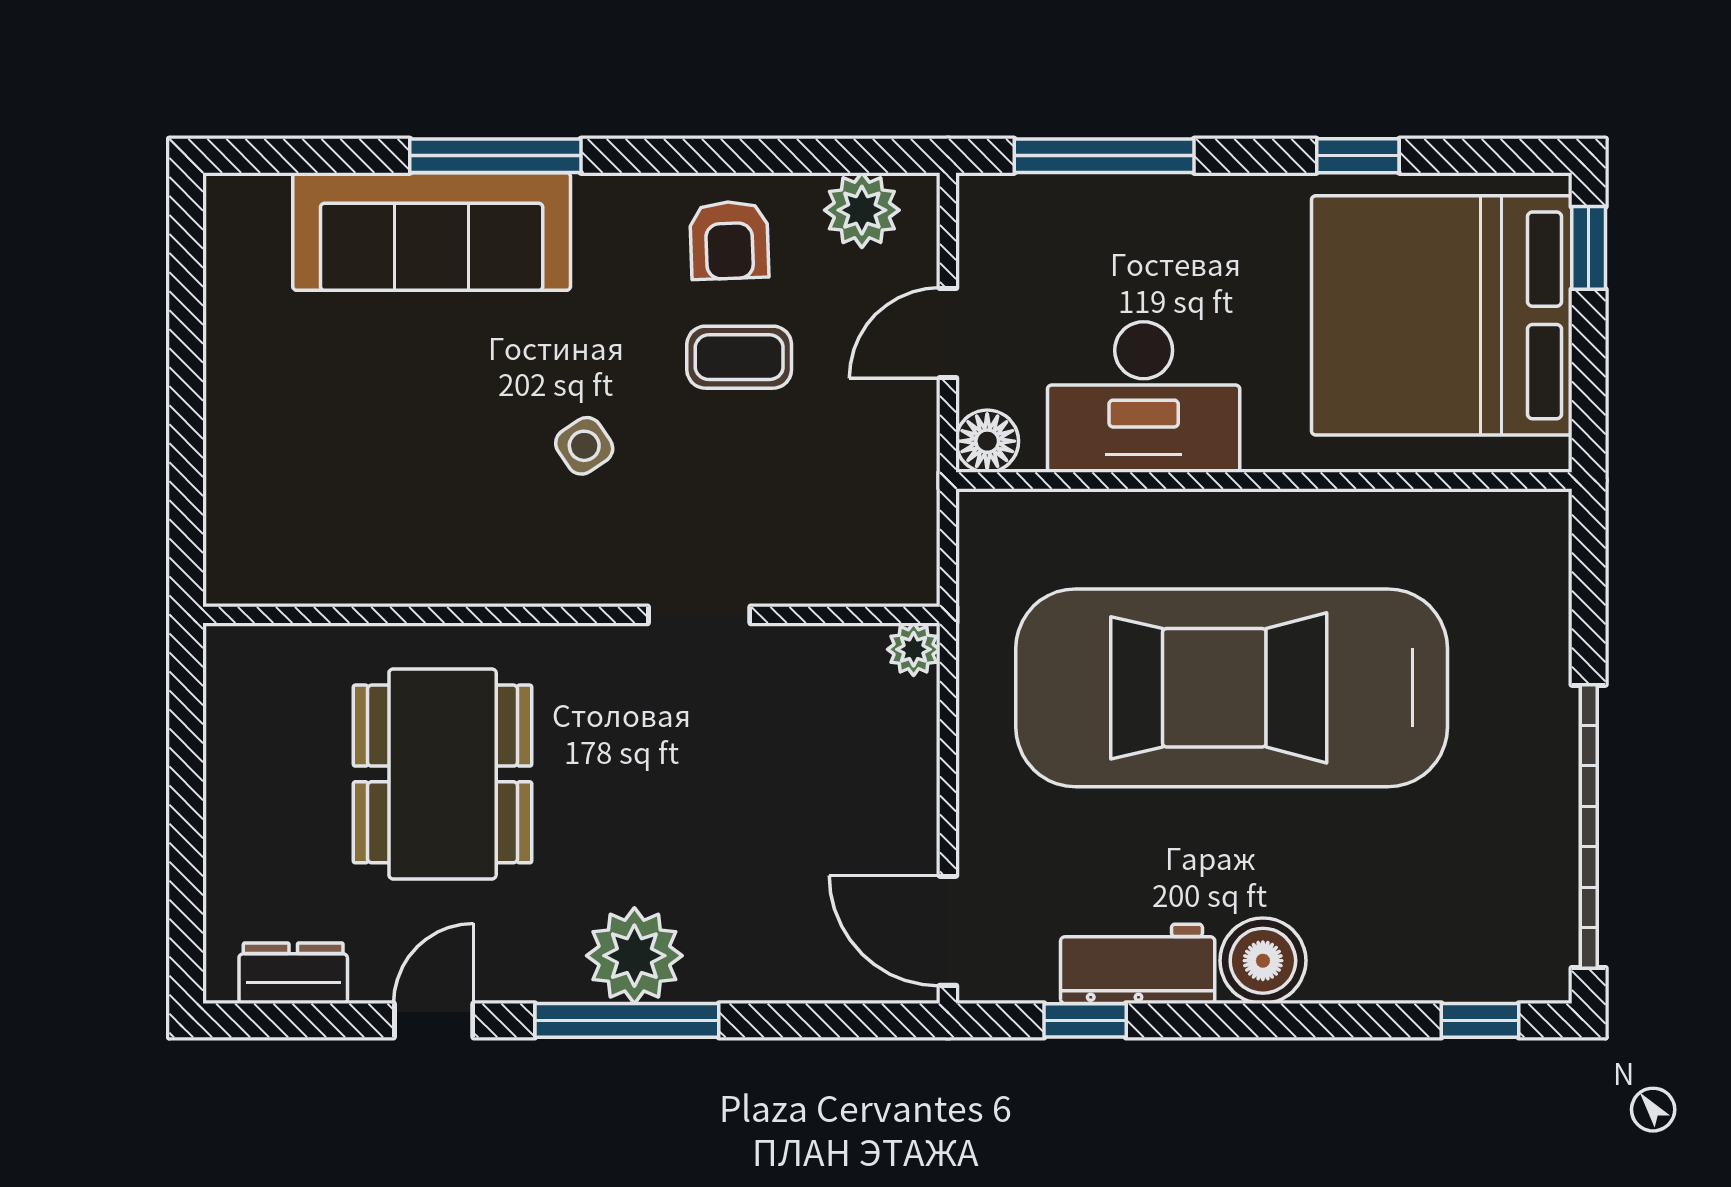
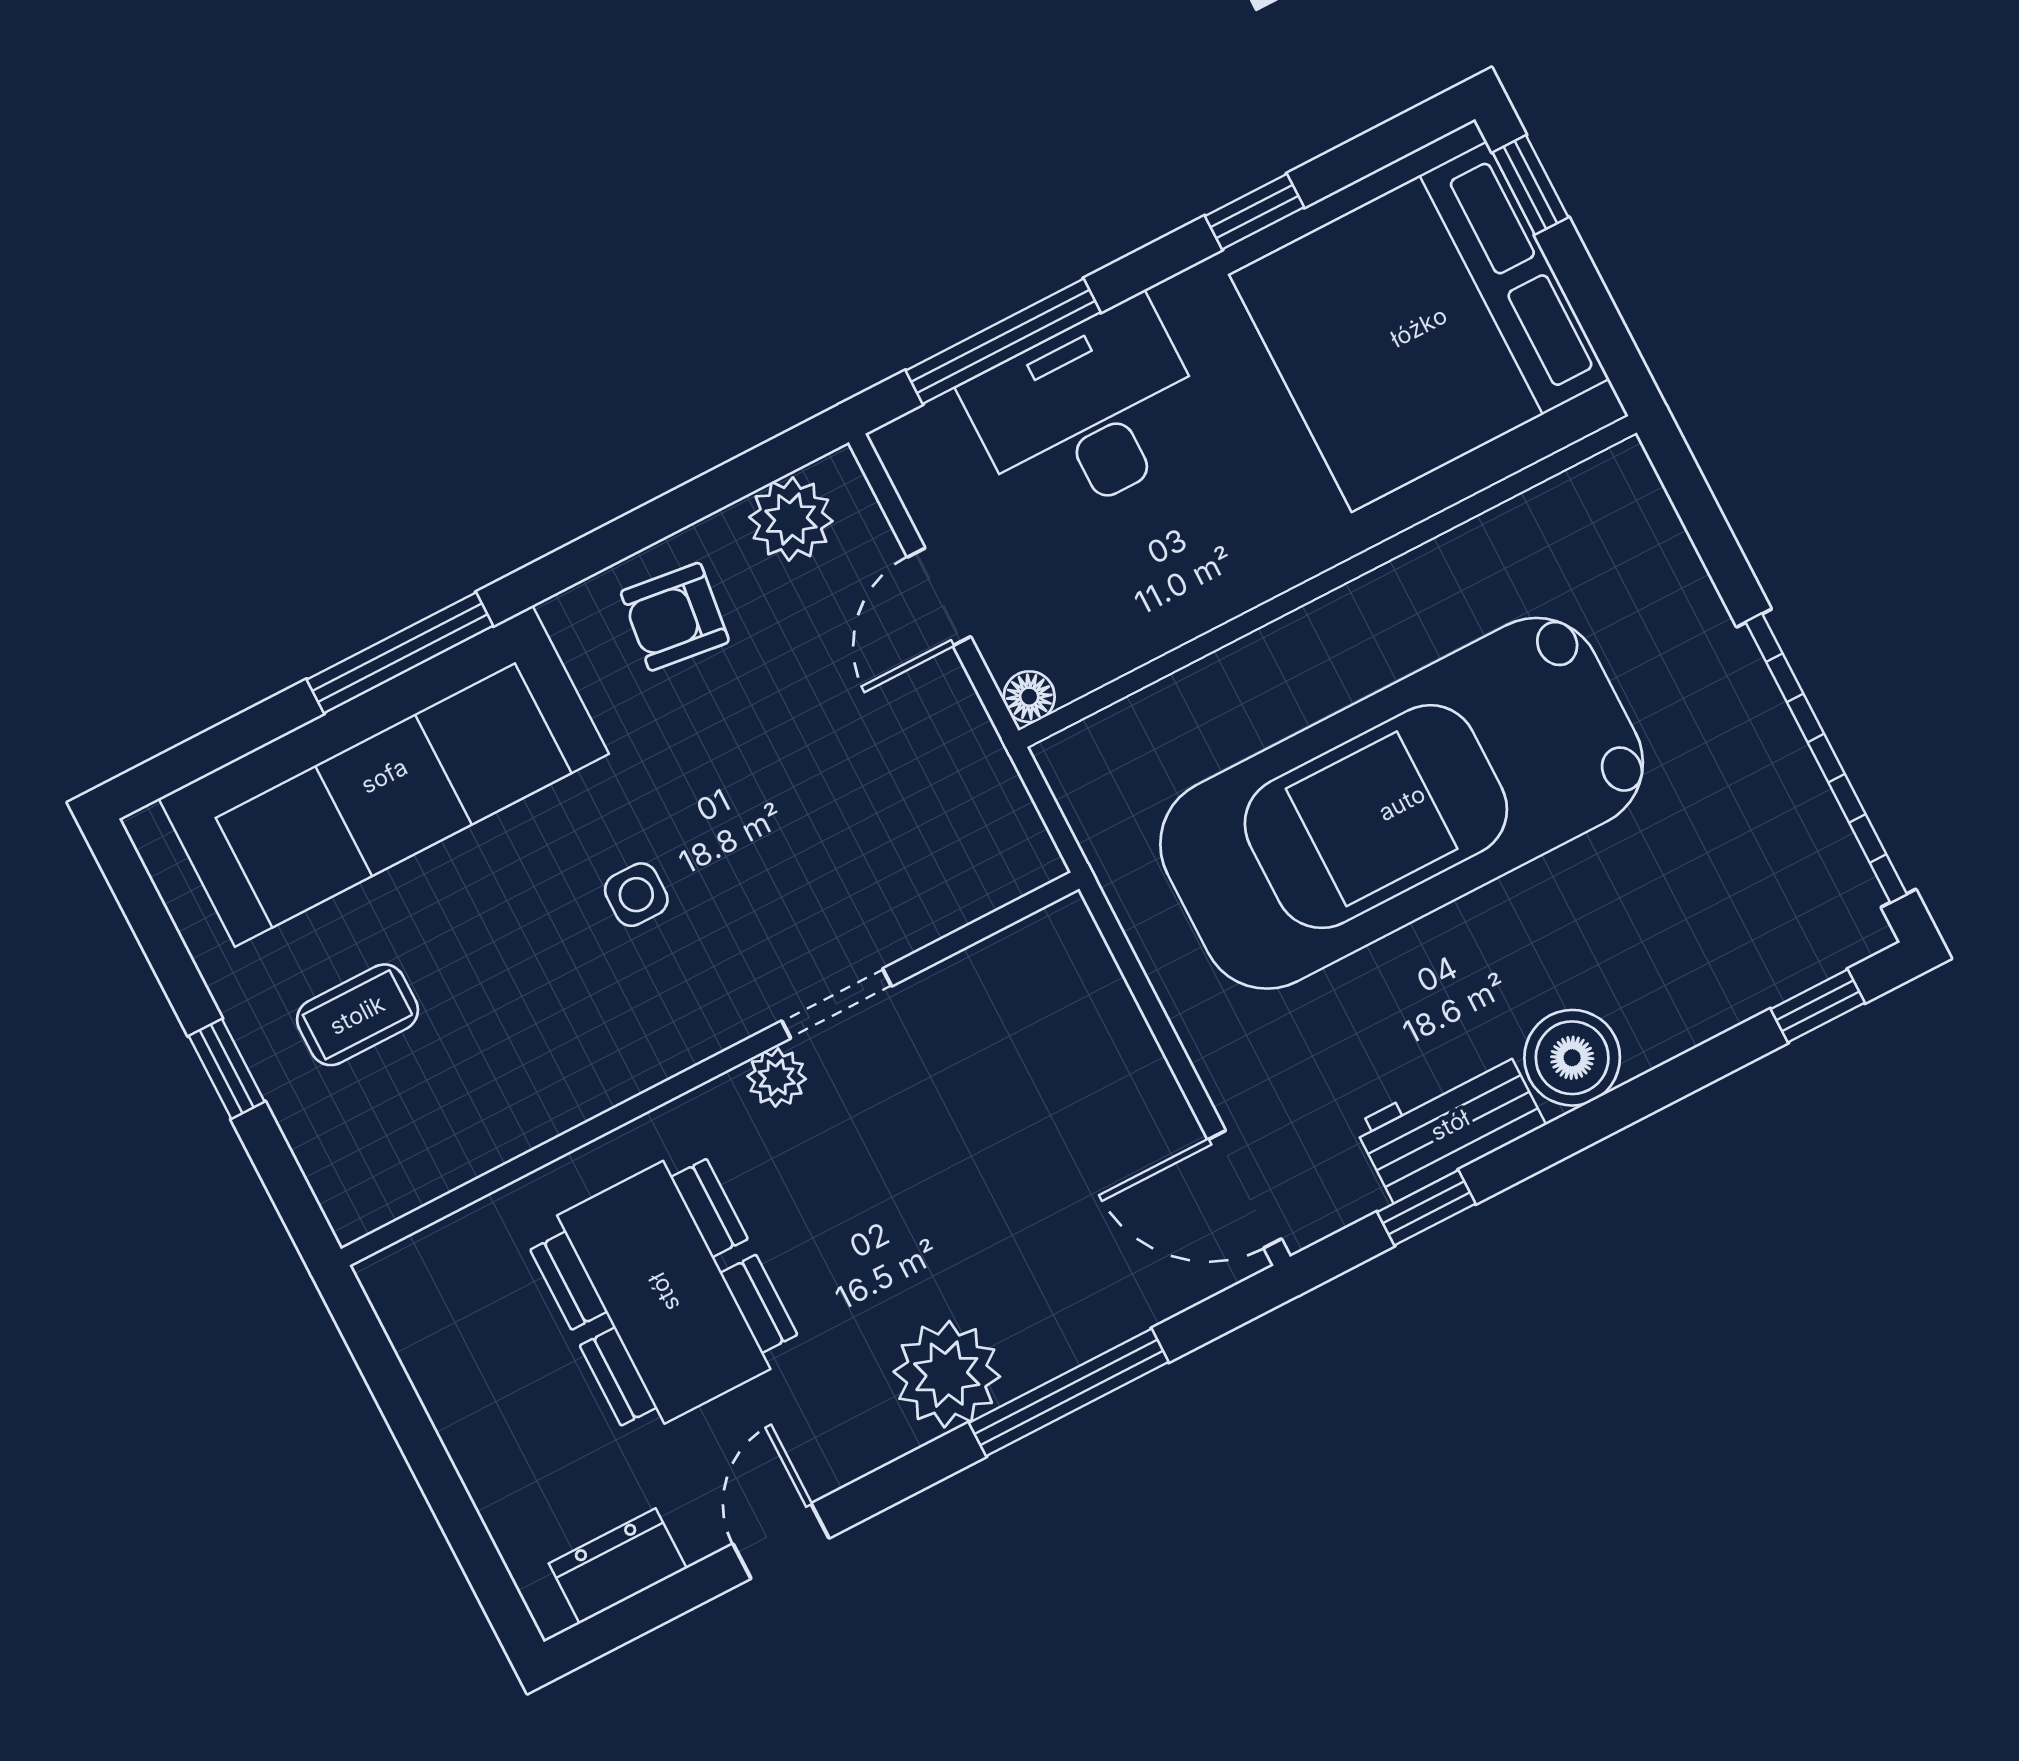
sofa: (432, 231) -> (384, 776), width x1.36, depth x1.27
armchair: (729, 240) -> (675, 617), turned 99
coffee table: (739, 357) -> (357, 1015), moved
desk: (1144, 397) -> (1088, 413), moved, turned 180
window: (186, 416) -> (227, 1069), added
floor lamp: (987, 441) -> (1029, 697), width x0.73, depth x0.73
side table: (584, 446) -> (636, 895), turned 34
plant: (914, 649) -> (777, 1078), moved
window: (627, 1020) -> (1069, 1392), moved

